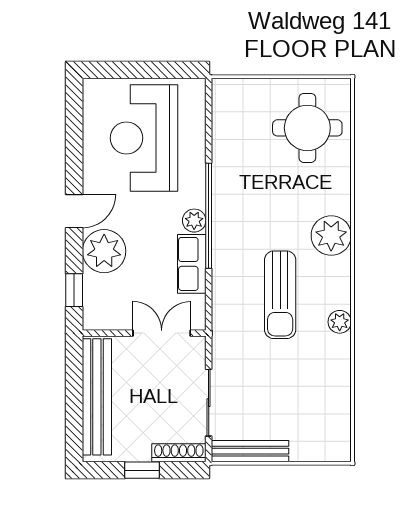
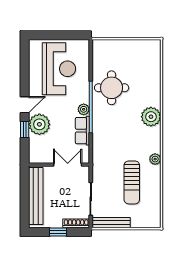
round table: (307, 128) -> (112, 88), moved
reception desk: (144, 138) -> (59, 69), turned 180
window: (74, 290) -> (25, 129), moved
sun lounger: (280, 295) -> (132, 182), moved

